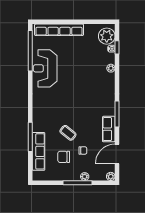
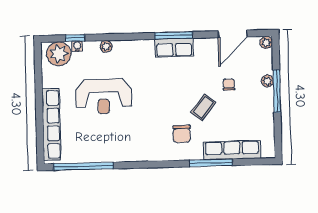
reception desk: (45, 68) -> (104, 96), moved
row of seats: (109, 129) -> (174, 48), moved
door: (117, 154) -> (233, 34), hinge flipped
chair: (64, 157) -> (182, 134), moved

